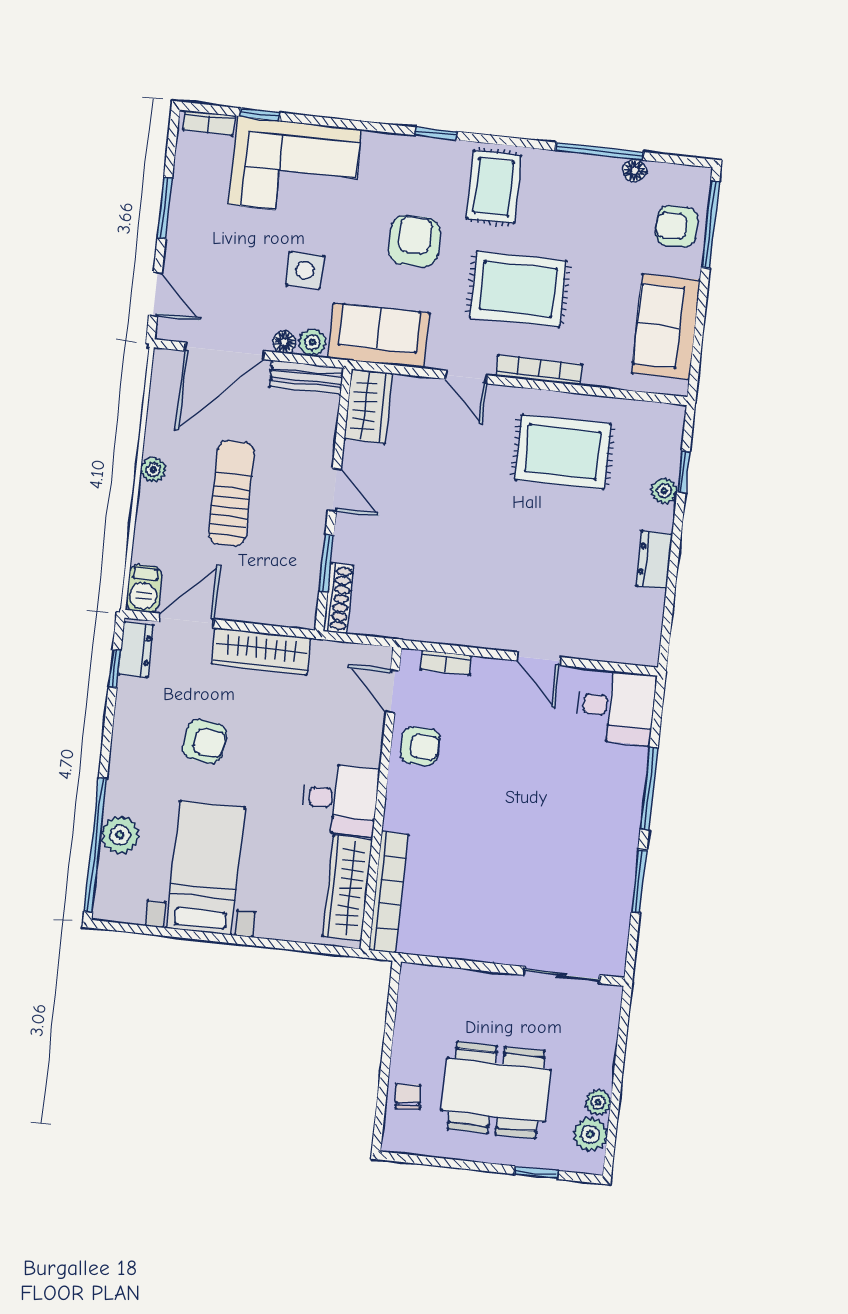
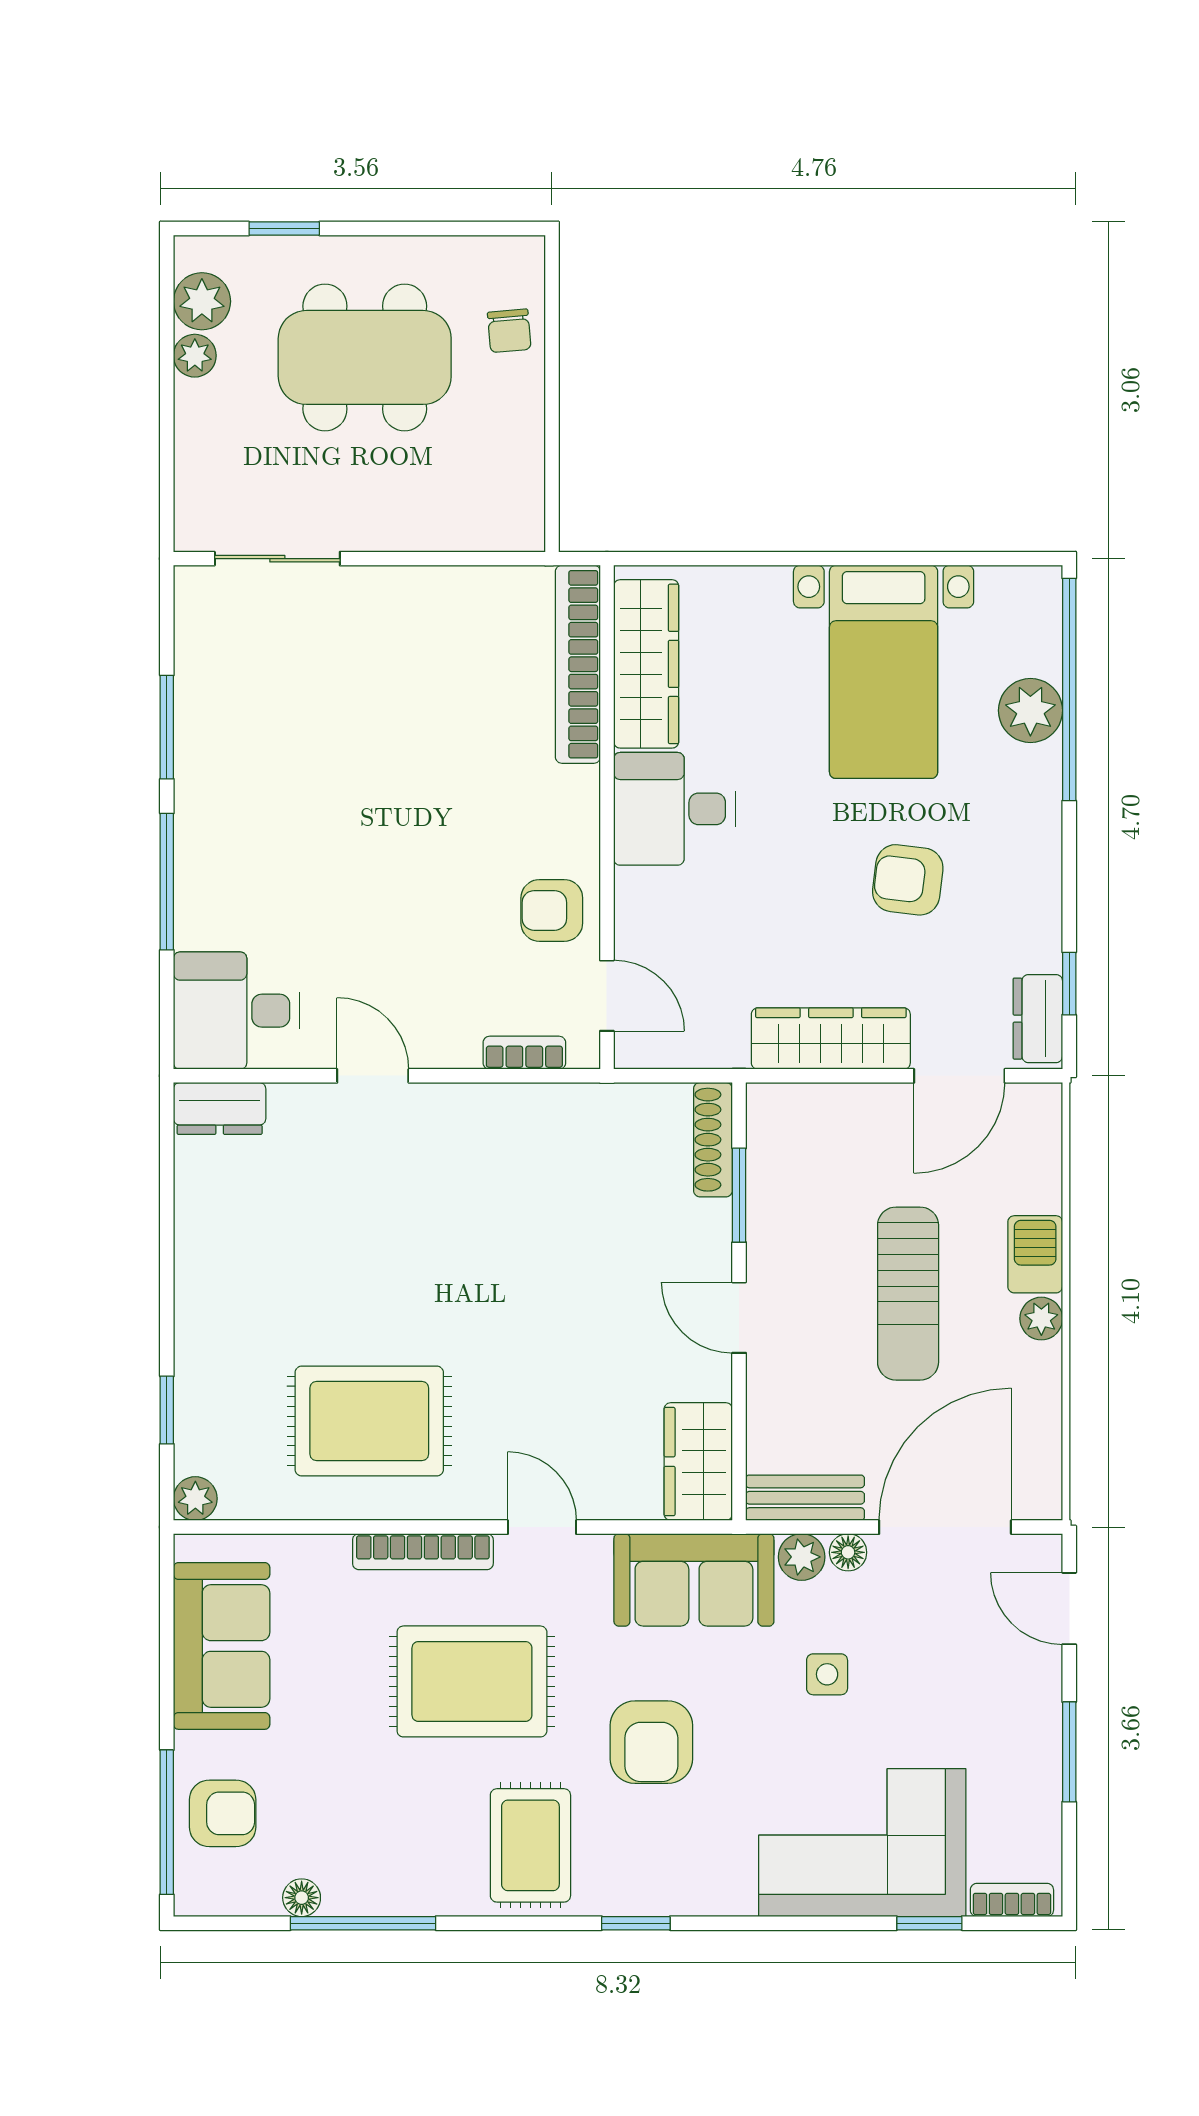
side table: (305, 270) -> (827, 1674), width x0.73, depth x0.73
plant: (664, 491) -> (195, 1499), moved
dresser: (654, 560) -> (220, 1108), moved, turned 90
barbecue: (144, 588) -> (1035, 1254), moved

